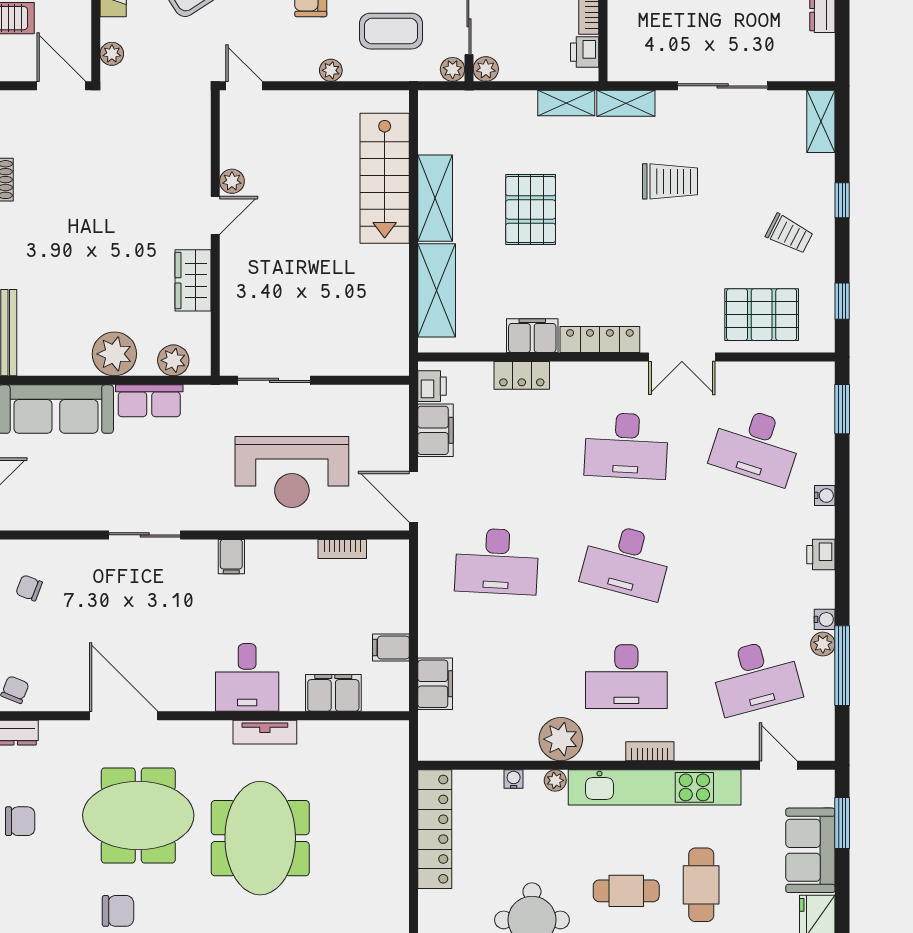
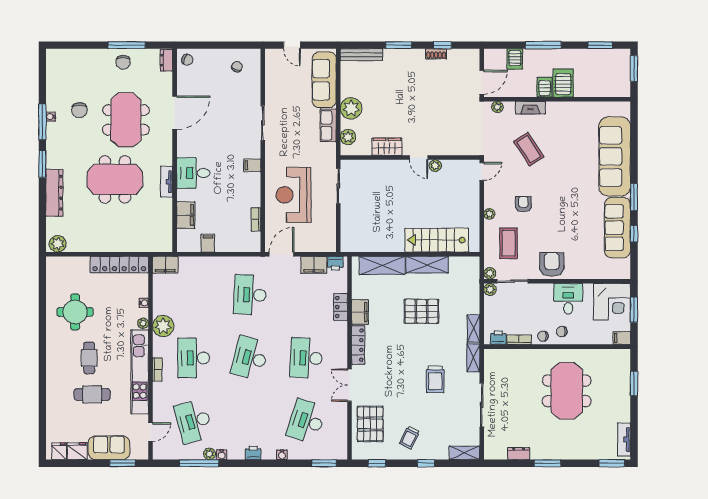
filing cabinet: (435, 684) -> (165, 265), moved

